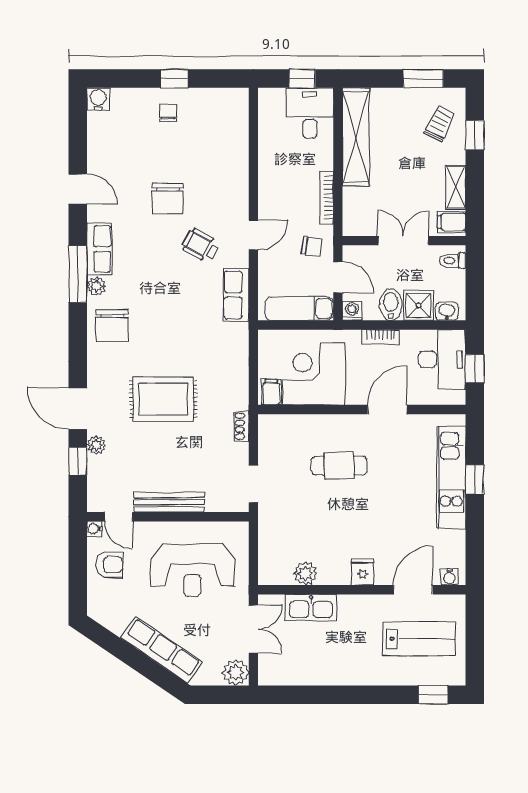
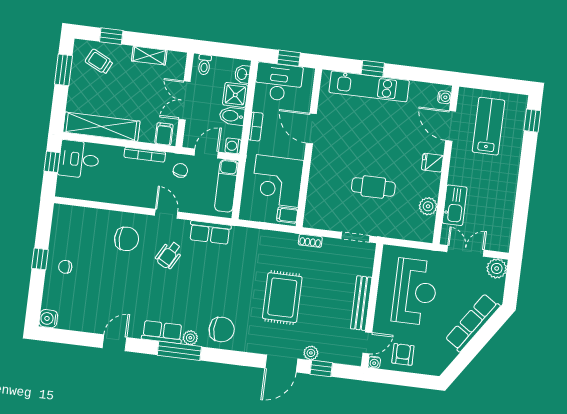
chair: (168, 199) -> (127, 239), moved
filing cabinet: (452, 222) -> (164, 134), moved, turned 180
cafe table: (339, 466) -> (373, 187), moved, turned 90

